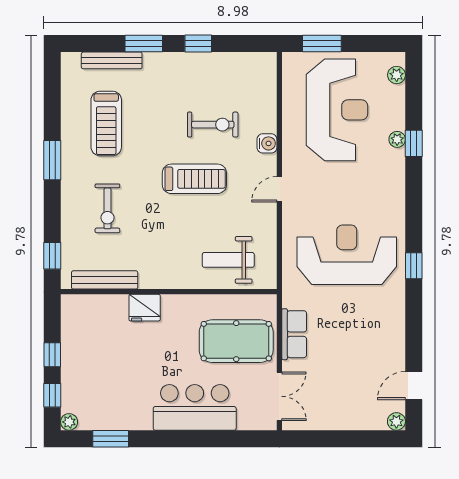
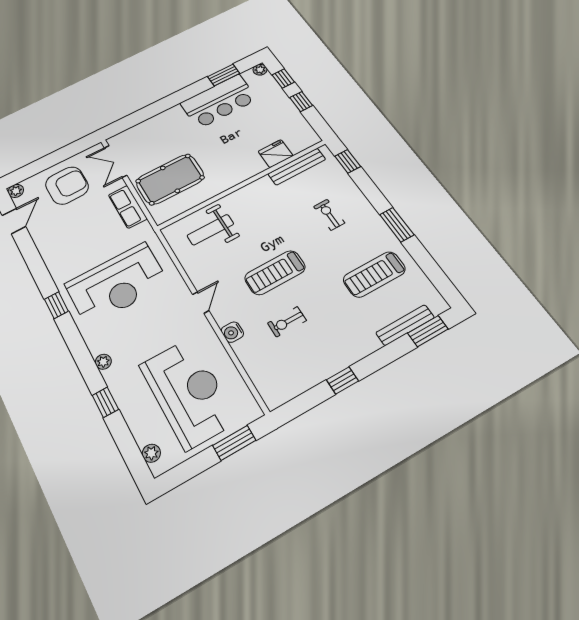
window: (144, 44) -> (428, 331), moved
reception desk: (337, 110) -> (188, 393), turned 180
treadmill: (106, 123) -> (374, 274), turned -90
exercise bike: (213, 125) -> (287, 322), width x0.73, depth x0.72
plant: (397, 139) -> (103, 362), moved
exercise bike: (107, 208) -> (329, 215), width x0.73, depth x0.72
weight bench: (228, 260) -> (210, 230), turned 180
fridge: (145, 308) -> (276, 154), moved
armchair: (342, 397) -> (67, 185), added
bar counter: (195, 407) -> (219, 101), moved

